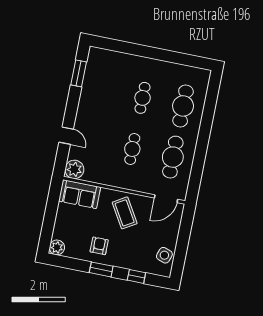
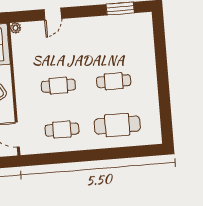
cafe table: (173, 157) -> (62, 130), width x0.73, depth x0.74
plant: (74, 169) -> (15, 28), width x0.53, depth x0.53

